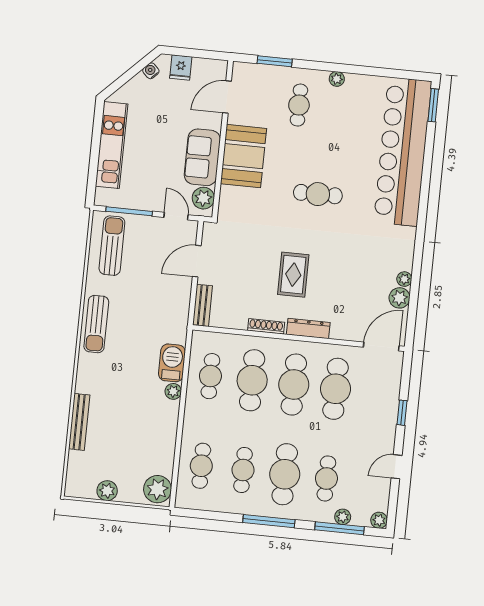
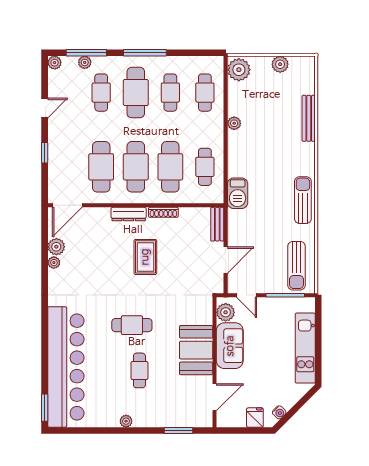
cafe table: (299, 105) -> (139, 370), moved
barbecue: (172, 363) -> (238, 193), moved
plant: (173, 391) -> (234, 123), moved

